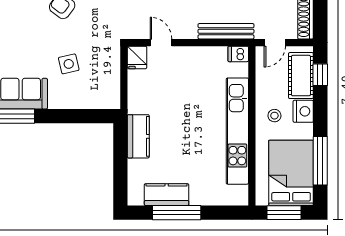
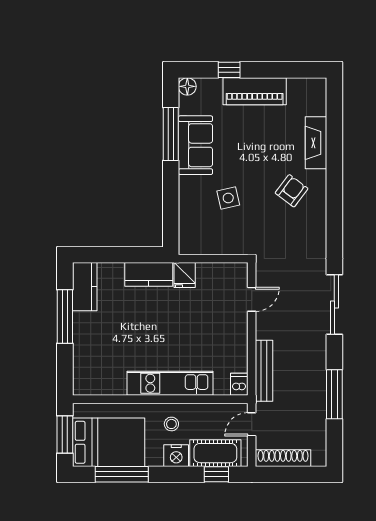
door: (275, 43) -> (252, 424), hinge flipped
fridge: (137, 57) -> (185, 275), moved, turned -90
kitchen unit: (237, 131) -> (170, 383), width x0.73
kitchen counter: (167, 195) -> (85, 287), moved

